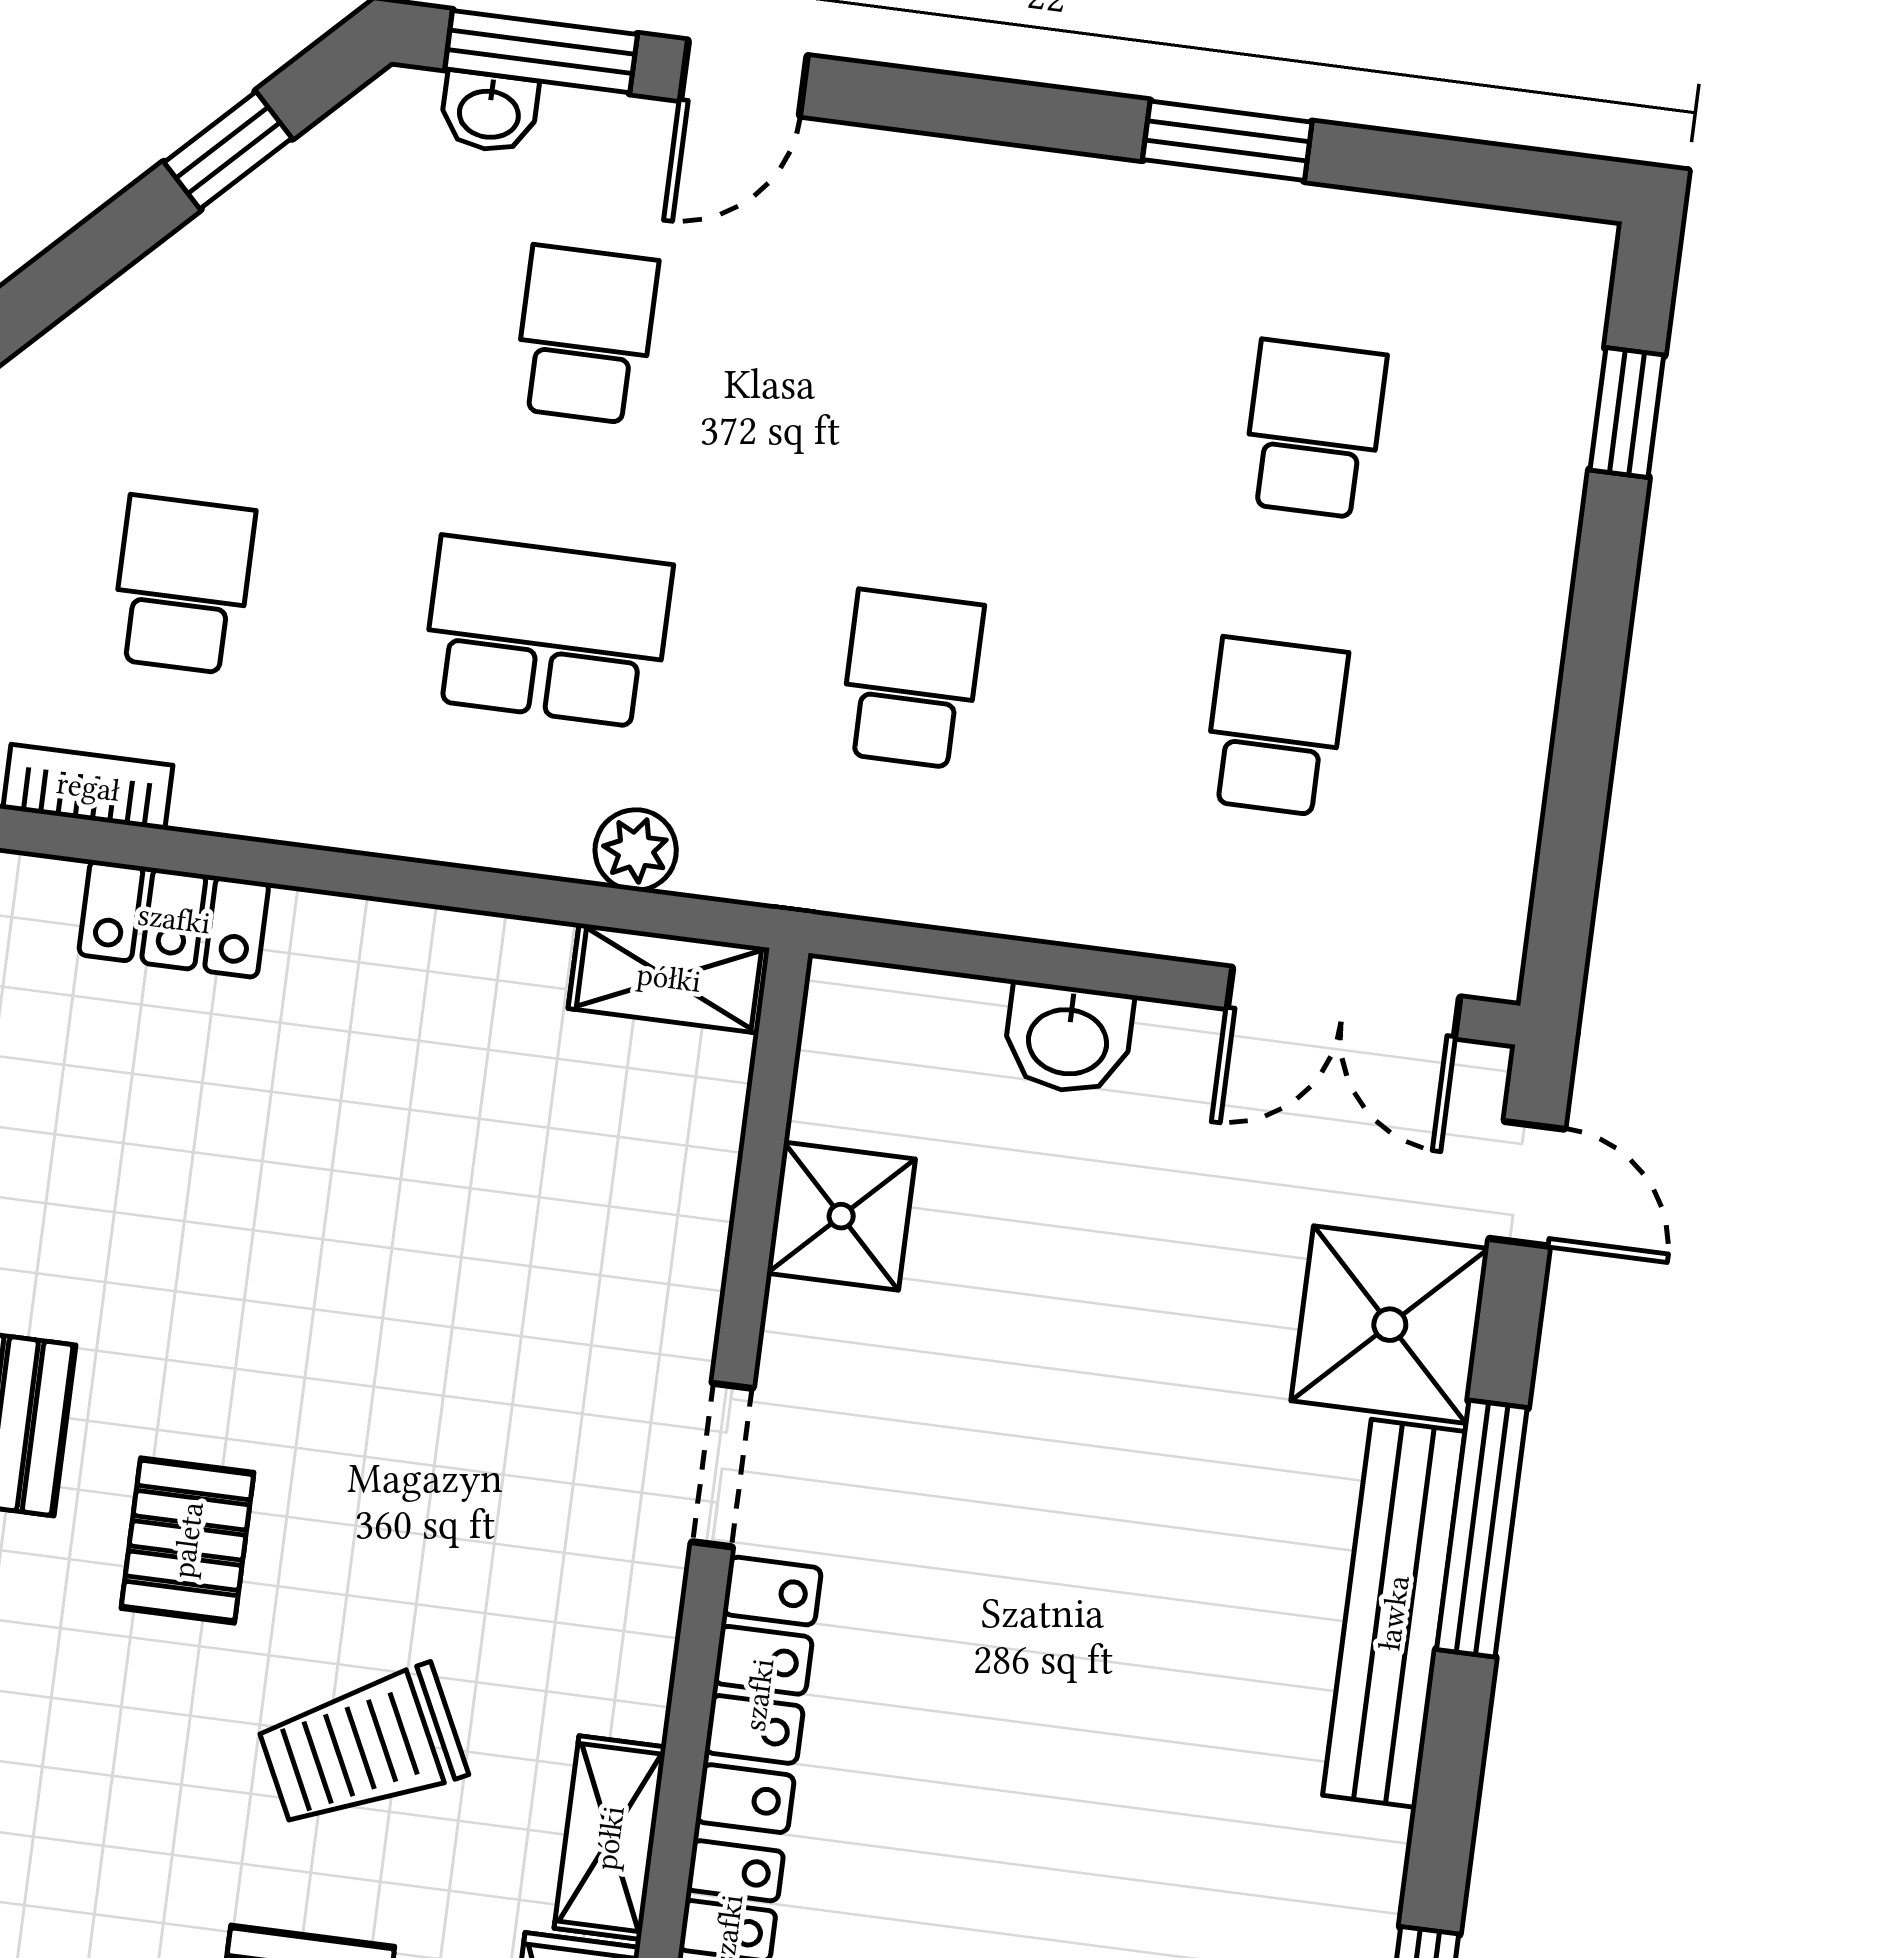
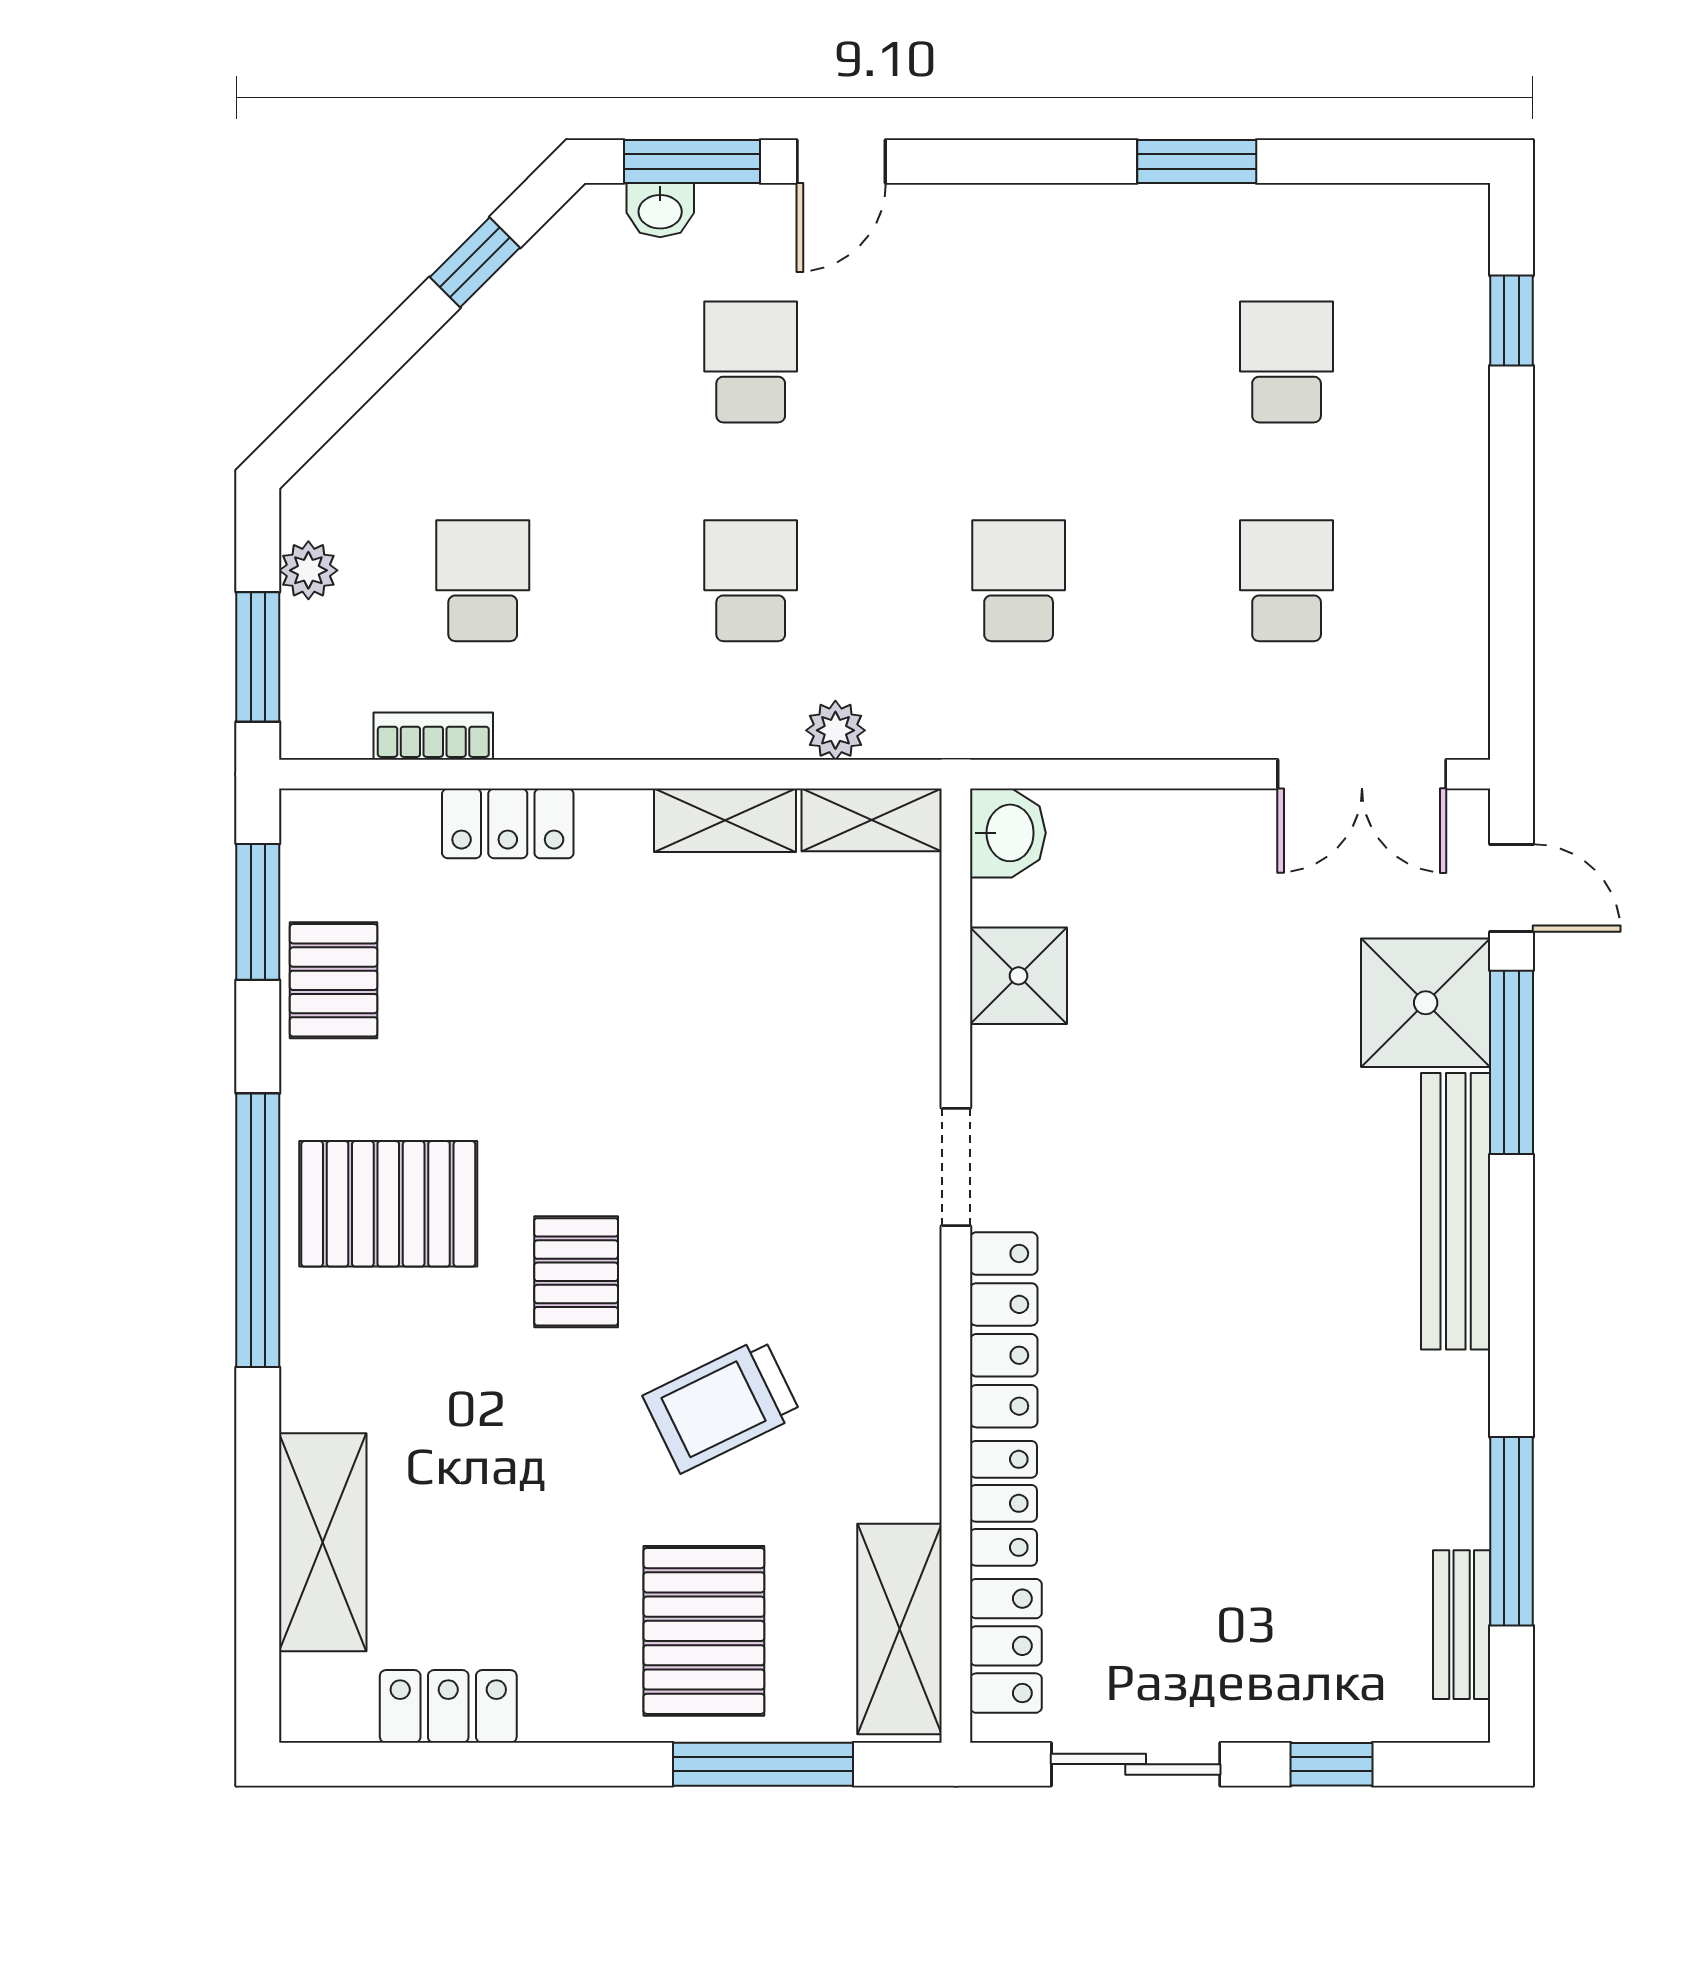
school desk: (547, 632) -> (751, 581), width x0.54
washbasin: (1068, 1039) -> (1008, 833), moved, turned -90
window: (1482, 1529) -> (1511, 1062), moved
shelving: (610, 1838) -> (725, 820), moved, turned 90

